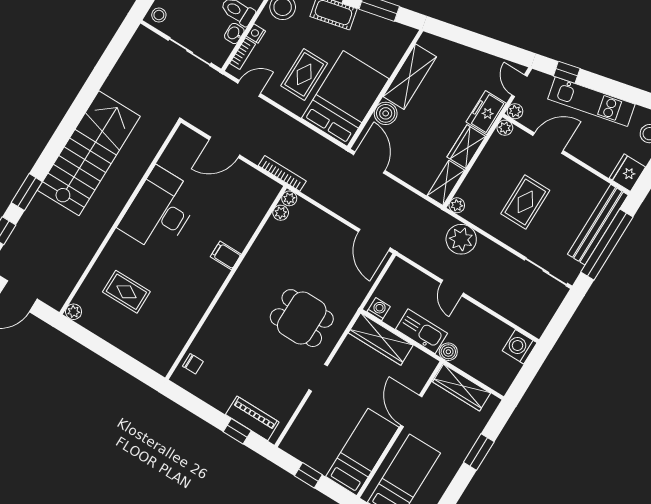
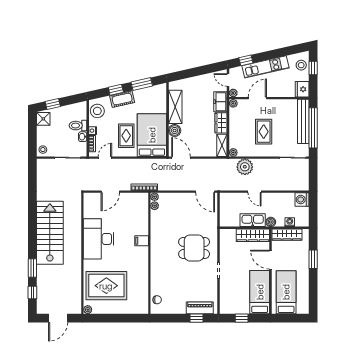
rug: (126, 292) -> (106, 286), width x1.86, depth x2.06
washing machine: (379, 309) -> (290, 222), moved
wardrobe: (381, 339) -> (253, 235), moved

